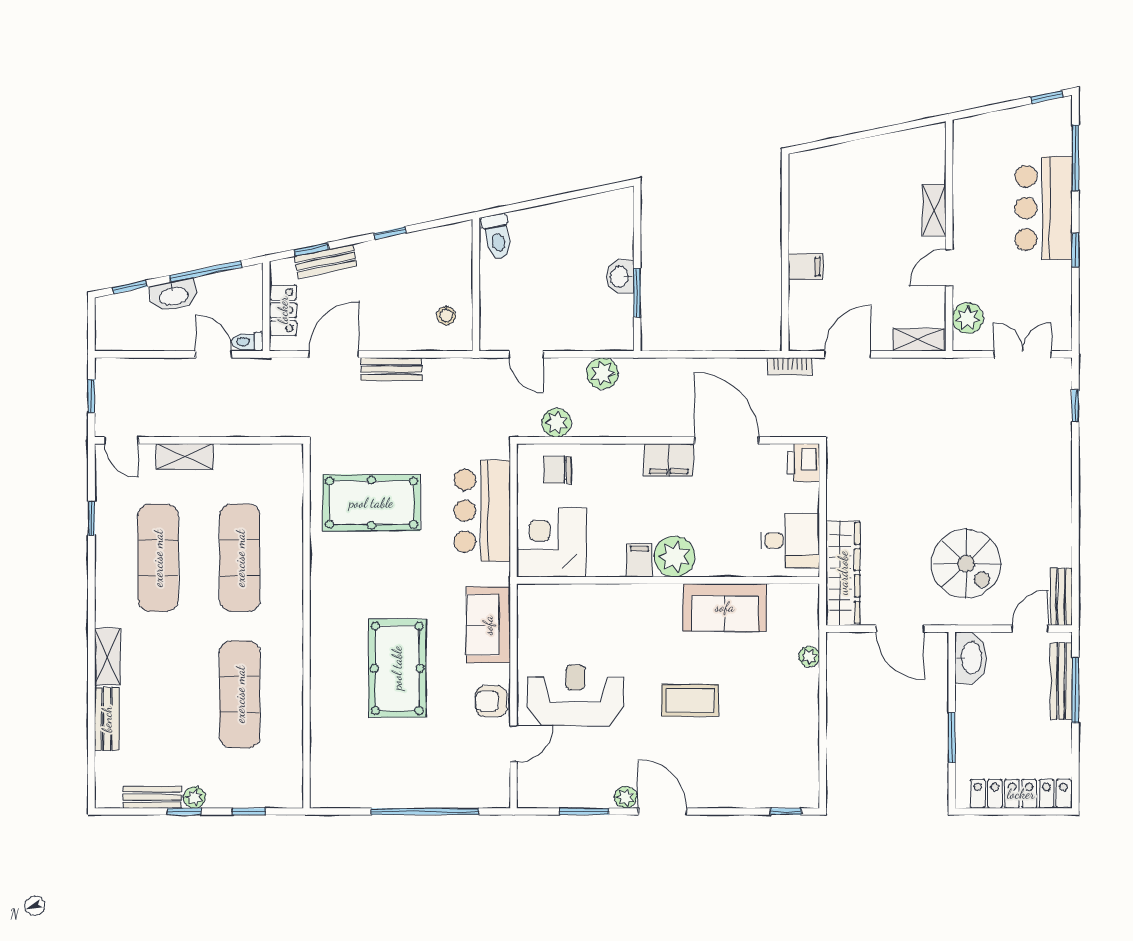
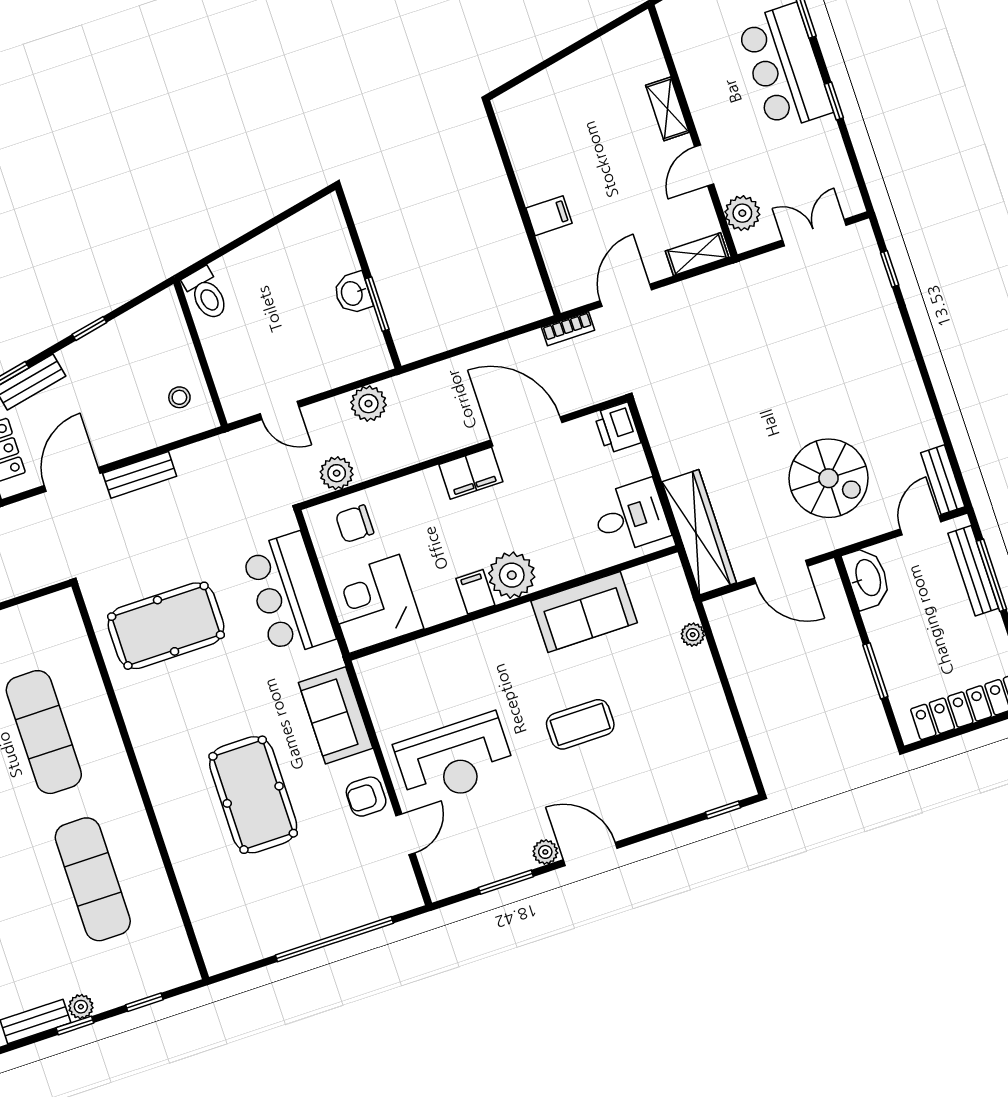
reception desk: (575, 695) -> (455, 760), turned 180

